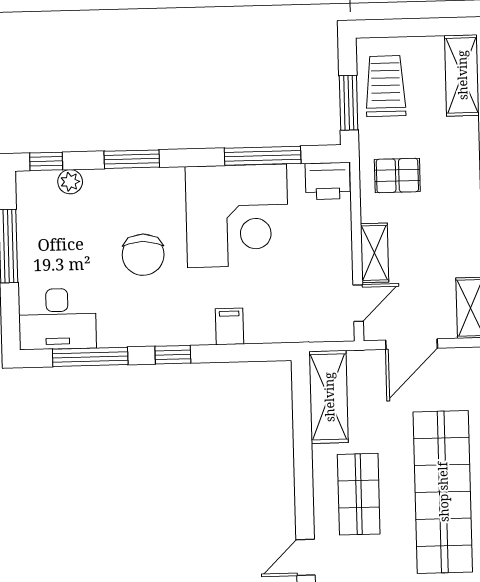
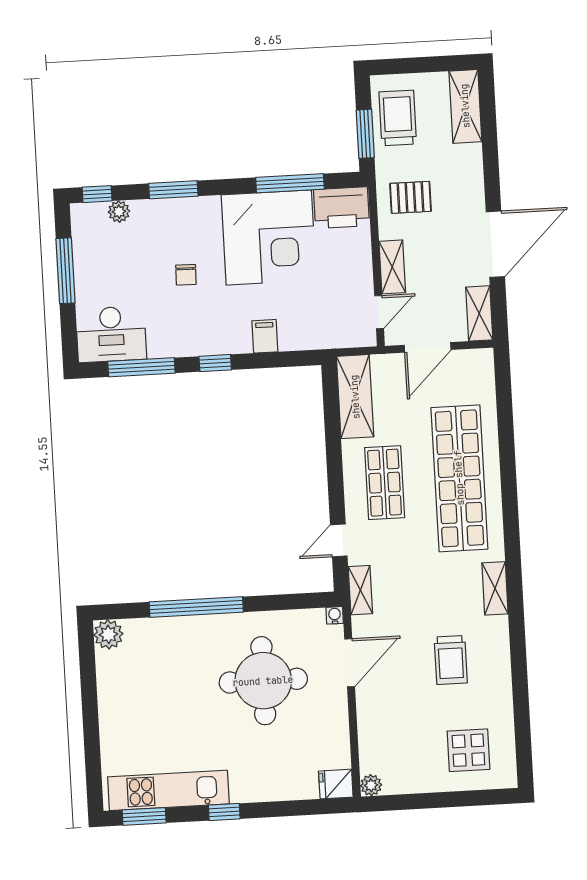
printer: (328, 181) -> (342, 208), width x1.37, depth x1.19
chair: (143, 255) -> (186, 275), width x0.54, depth x0.54

